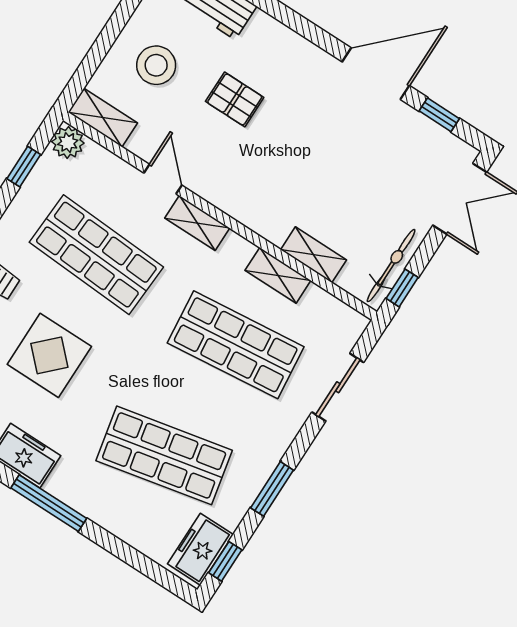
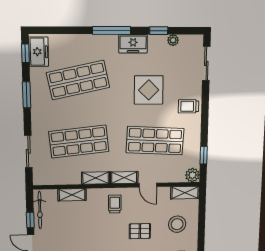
trolley: (247, 184) -> (115, 204), added
shelving: (278, 275) -> (96, 178), moved
window: (402, 288) -> (30, 220), moved

